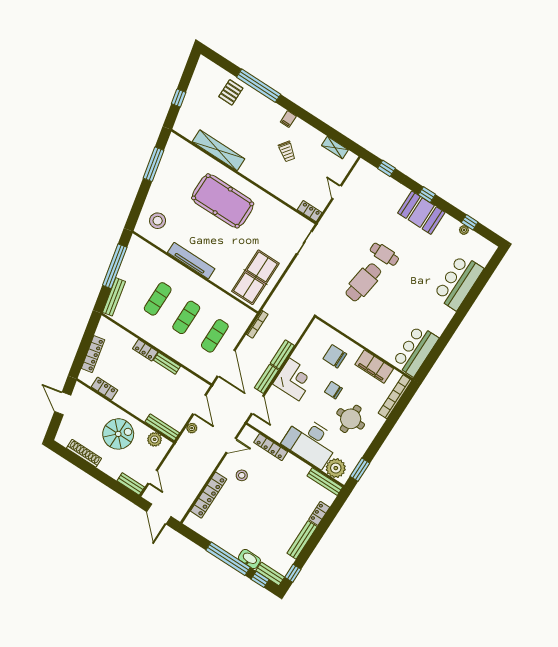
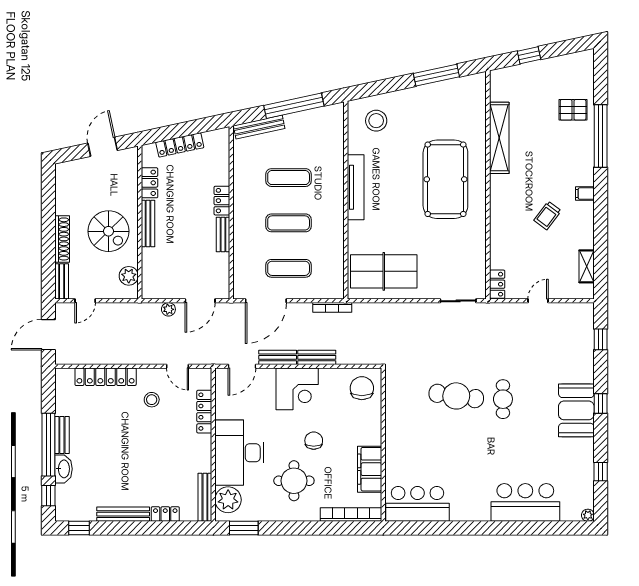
plant: (464, 230) -> (588, 515), moved
chair: (335, 356) -> (362, 388), moved
bench: (162, 427) -> (148, 224), moved
shoe rack: (84, 453) -> (62, 239), moved
bench: (270, 574) -> (62, 435), moved

